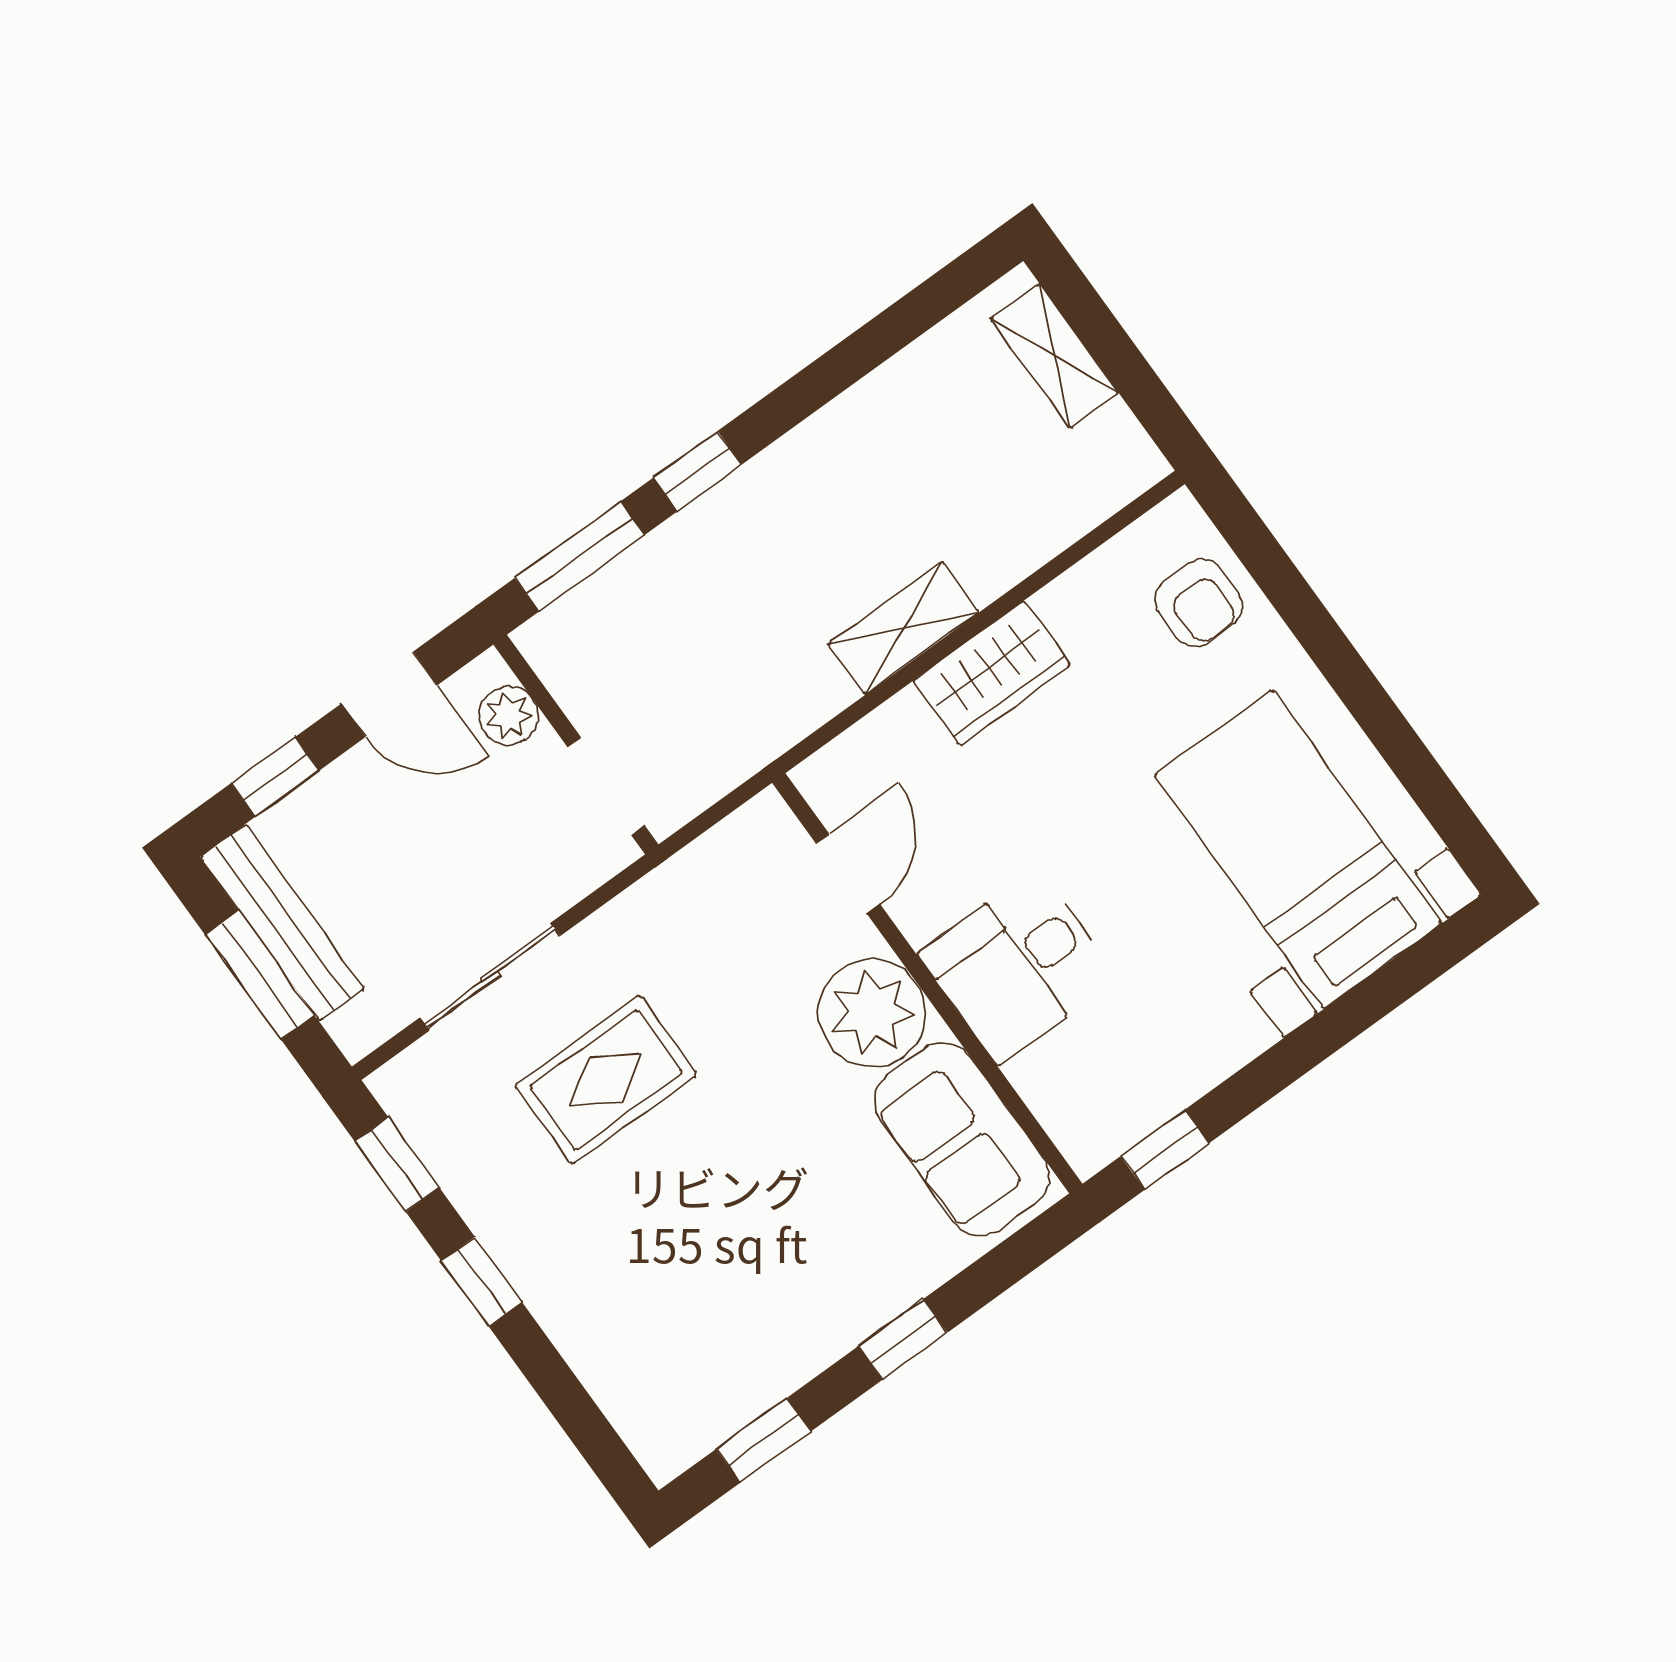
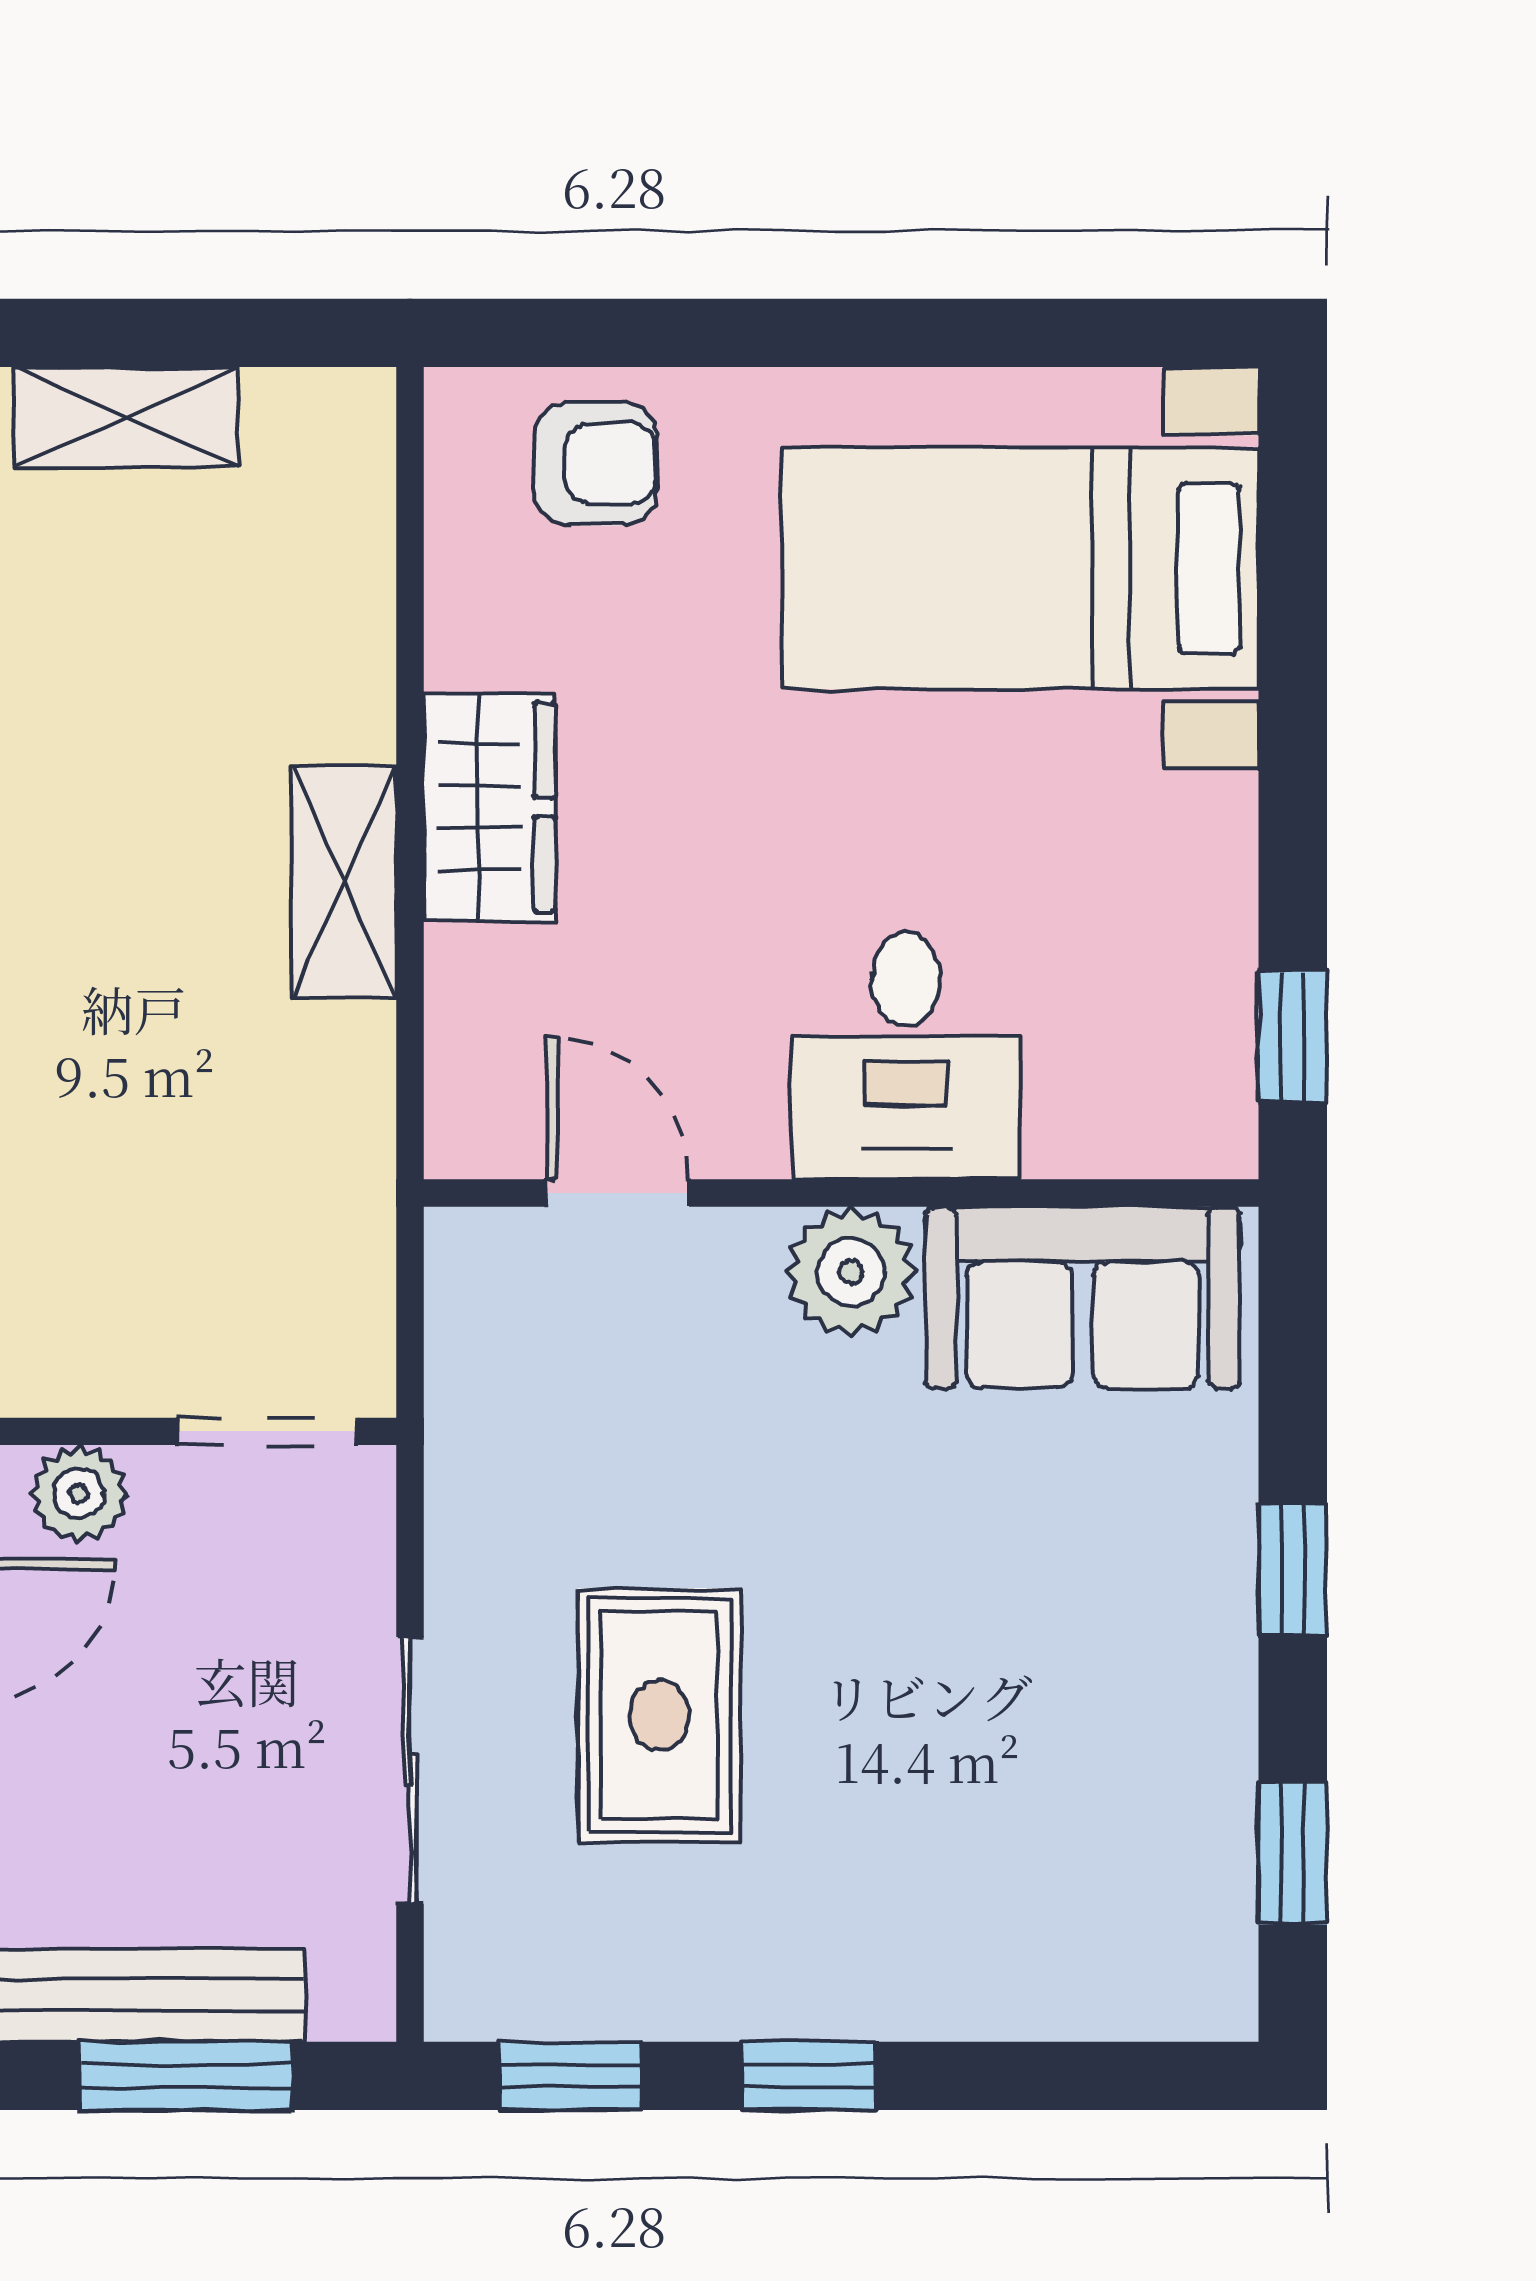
plant: (872, 1013) -> (851, 1272), width x0.73, depth x0.73

